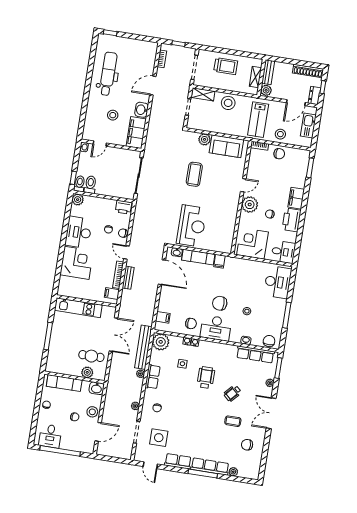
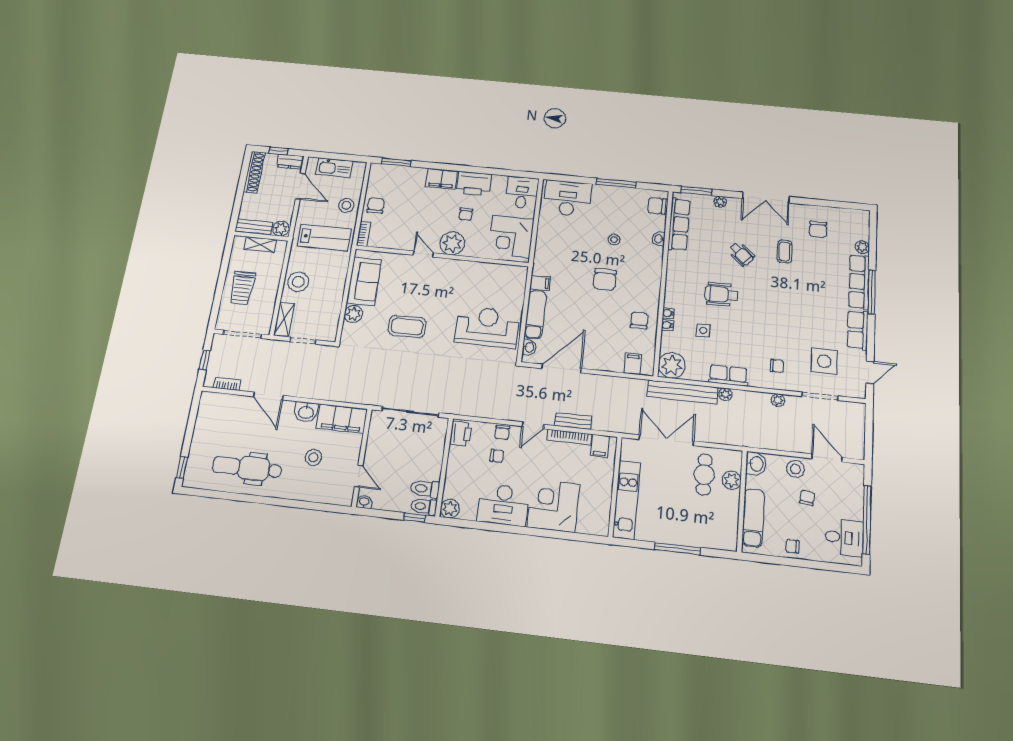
trolley: (226, 66) -> (242, 288), turned 180
desk: (216, 328) -> (643, 283), removed

